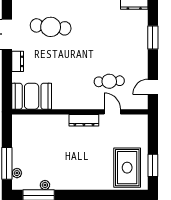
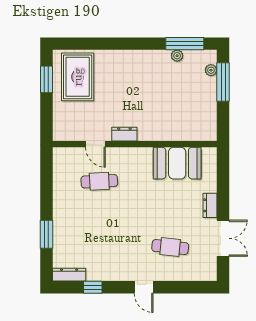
cafe table: (51, 27) -> (170, 247), width x0.73, depth x0.74
door: (153, 87) -> (46, 174), removed
booth: (32, 96) -> (177, 163), moved
dresser: (84, 120) -> (124, 134), width x0.70

